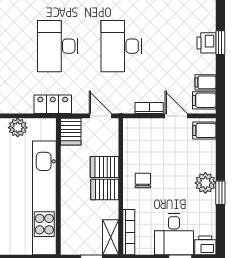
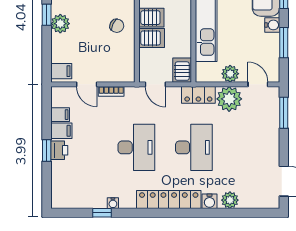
plant: (19, 100) -> (229, 99), added
filing cabinet: (204, 100) -> (61, 131), moved
chair: (143, 180) -> (117, 26), turned -64

